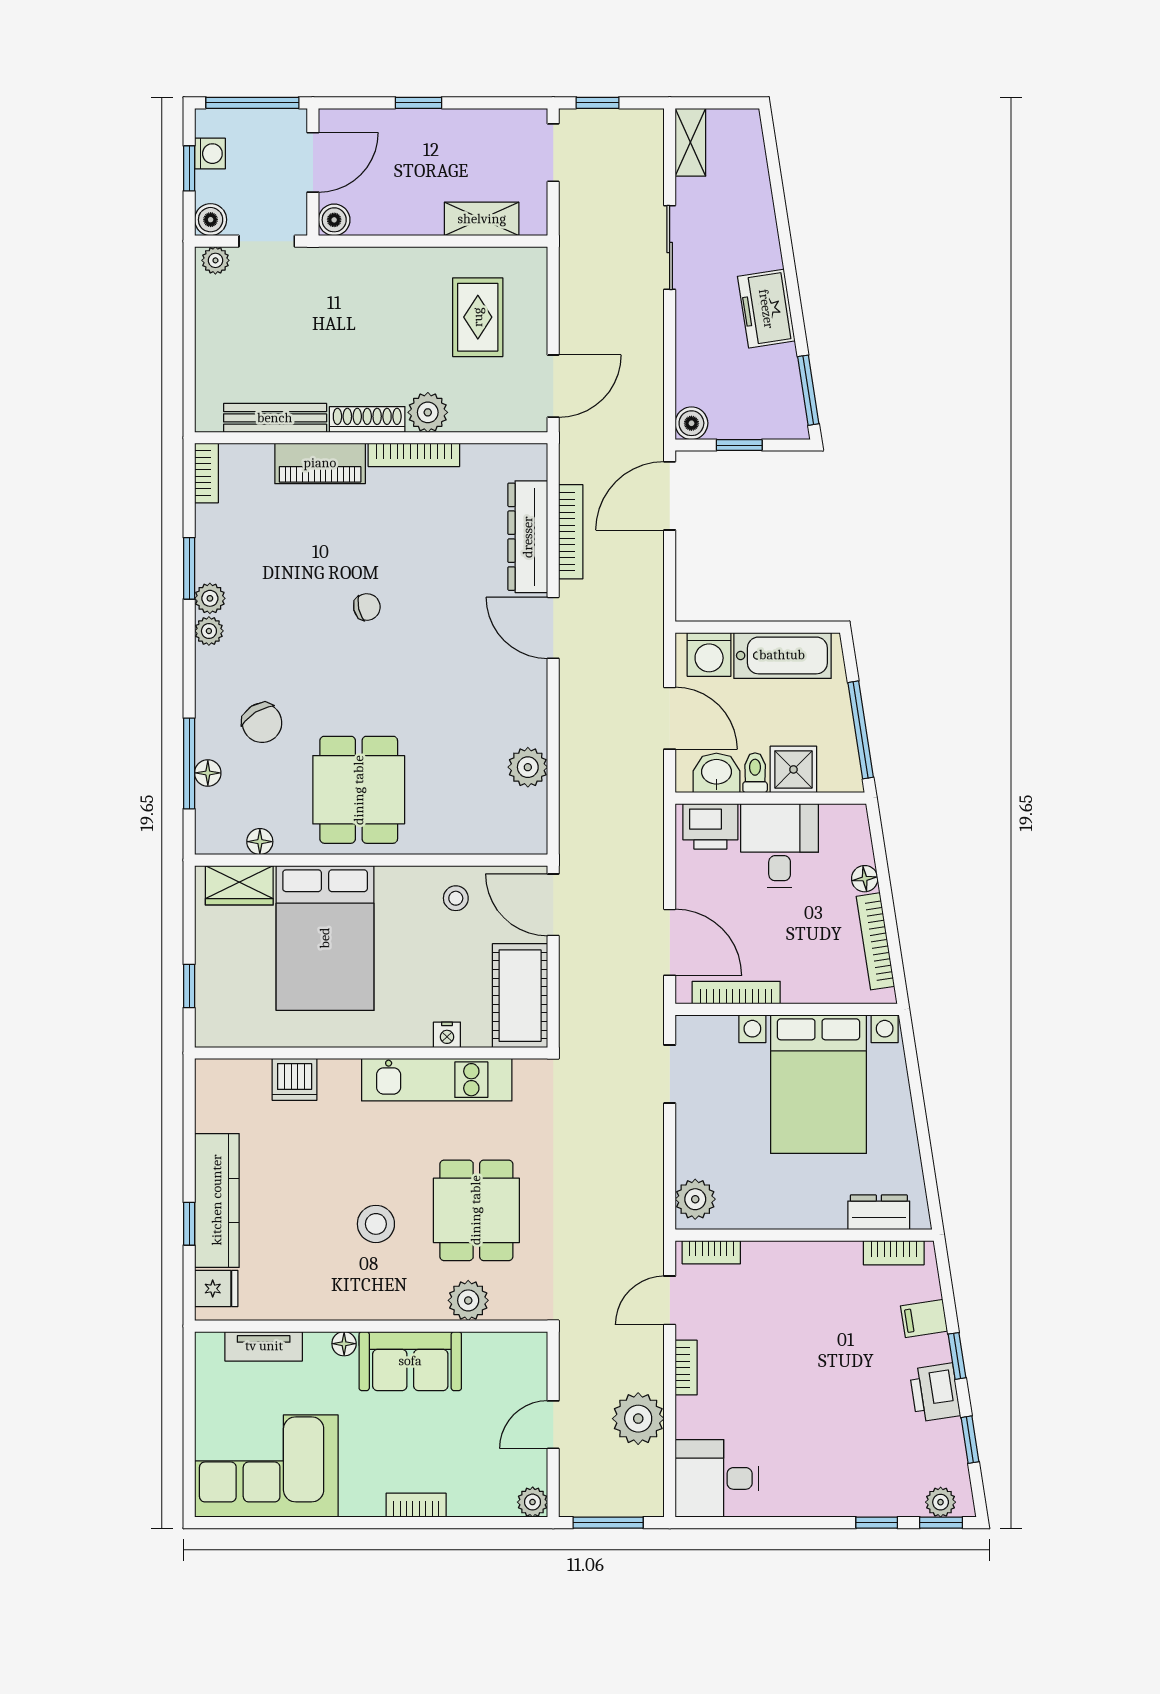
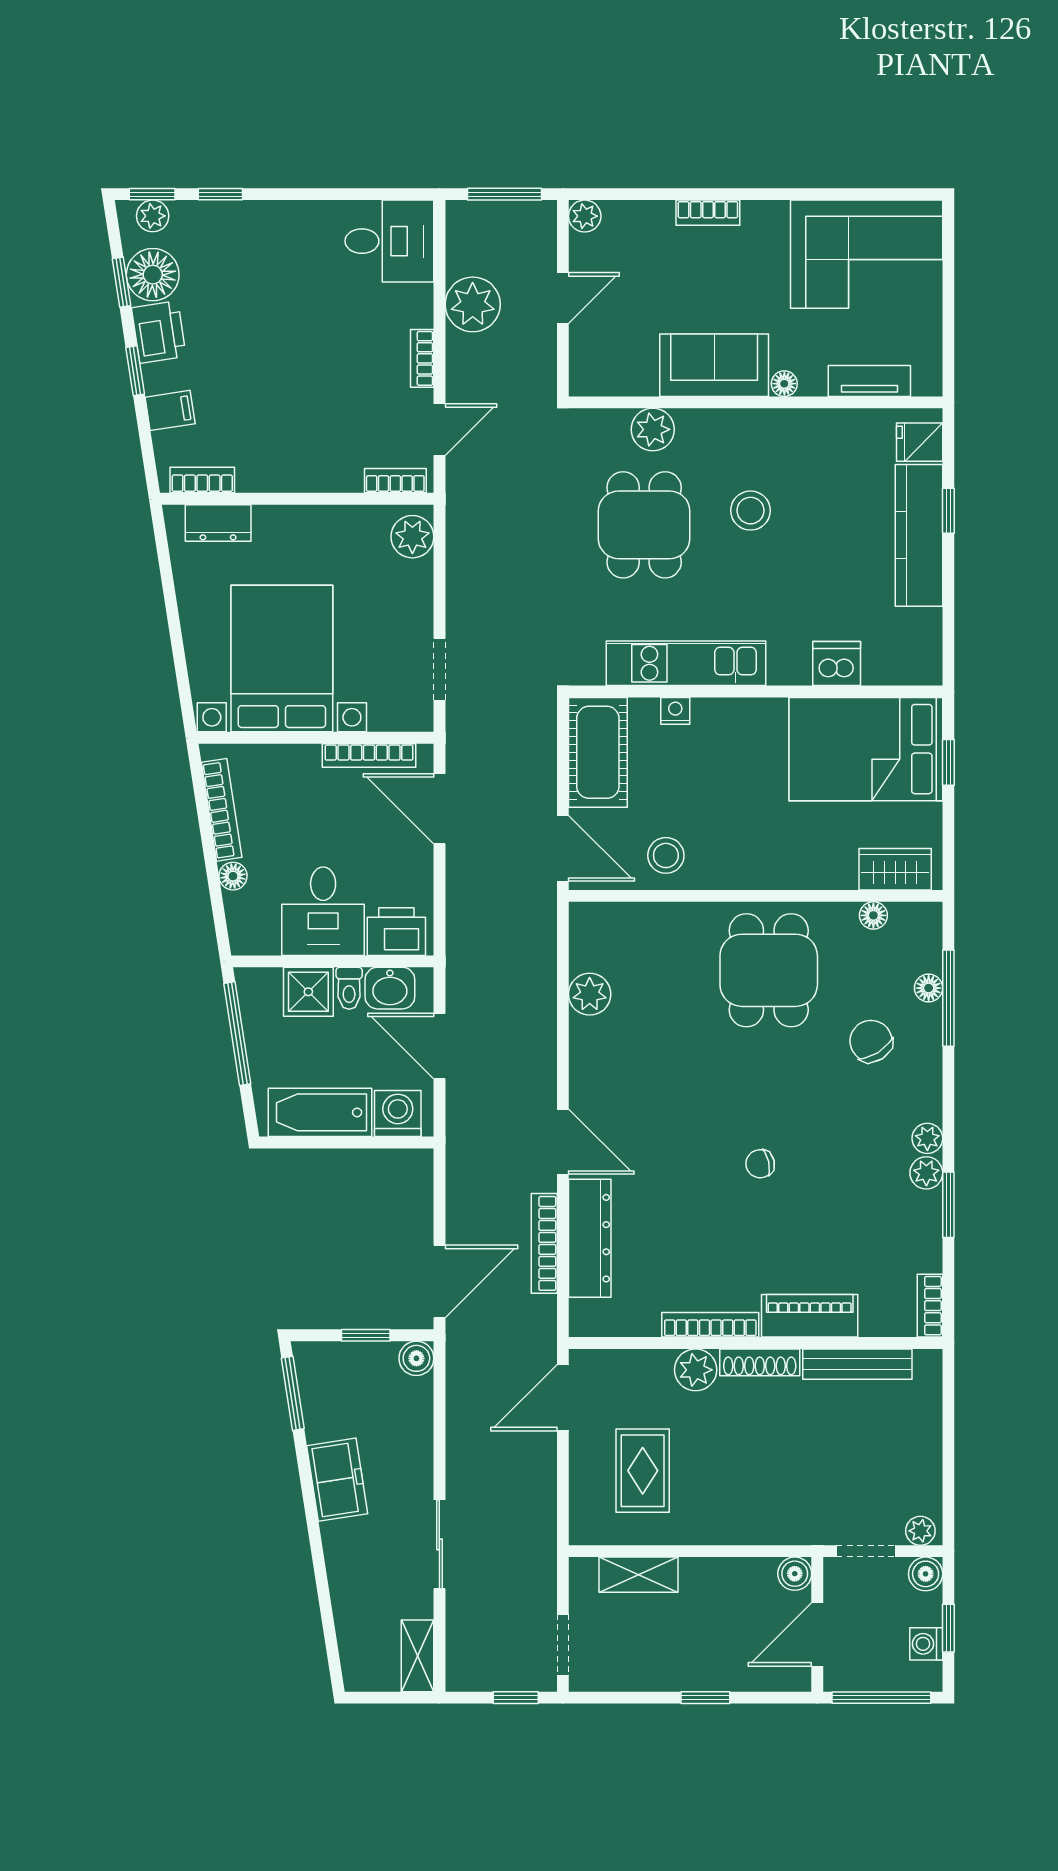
stool: (456, 898) -> (666, 855), width x1.37, depth x1.37
bed: (325, 938) -> (866, 749), moved, turned -90
floor lamp: (940, 1447) -> (153, 275), added

